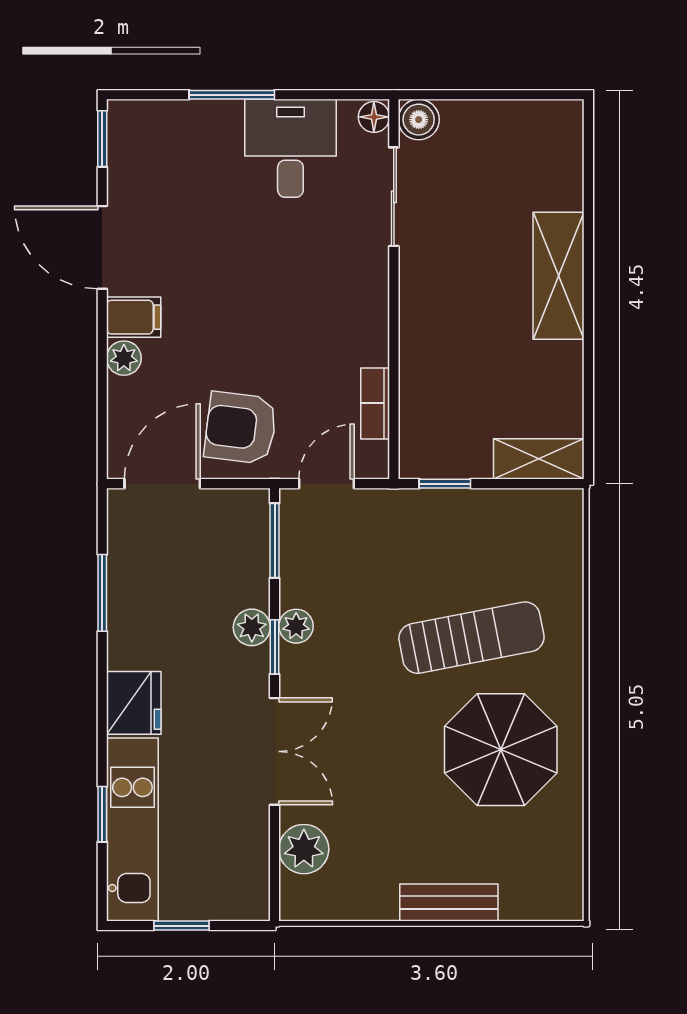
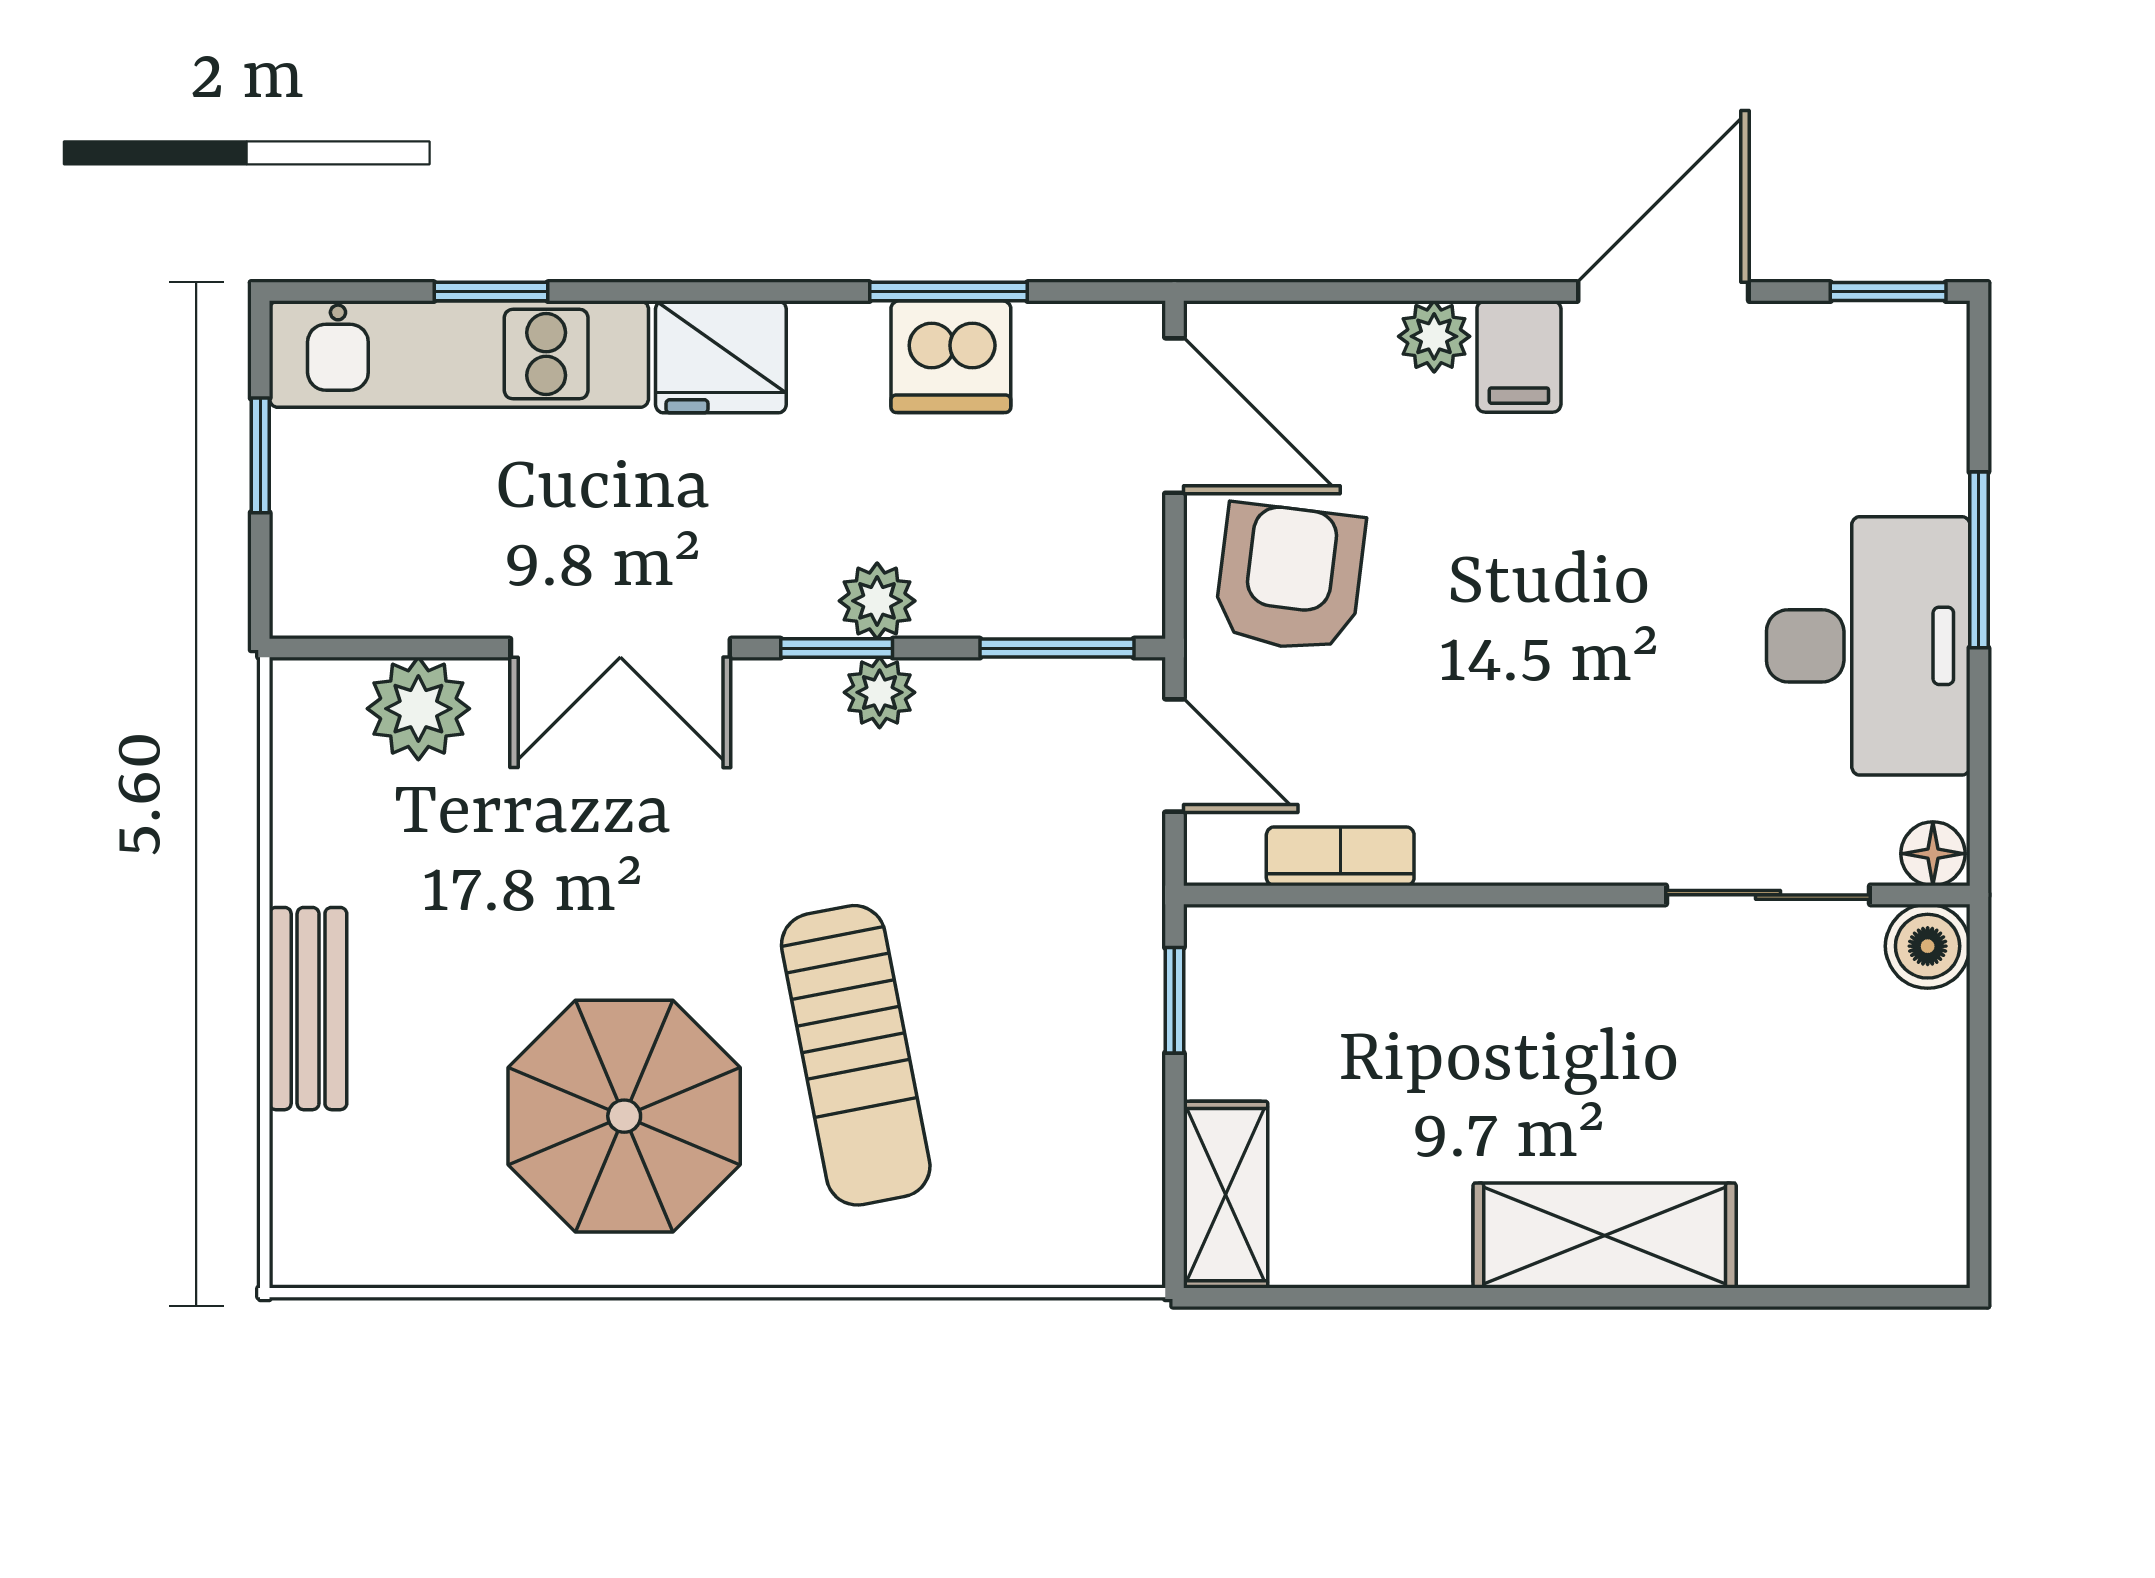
desk: (290, 148) -> (1868, 646), width x1.37
dishwasher: (134, 592) -> (951, 357), added

